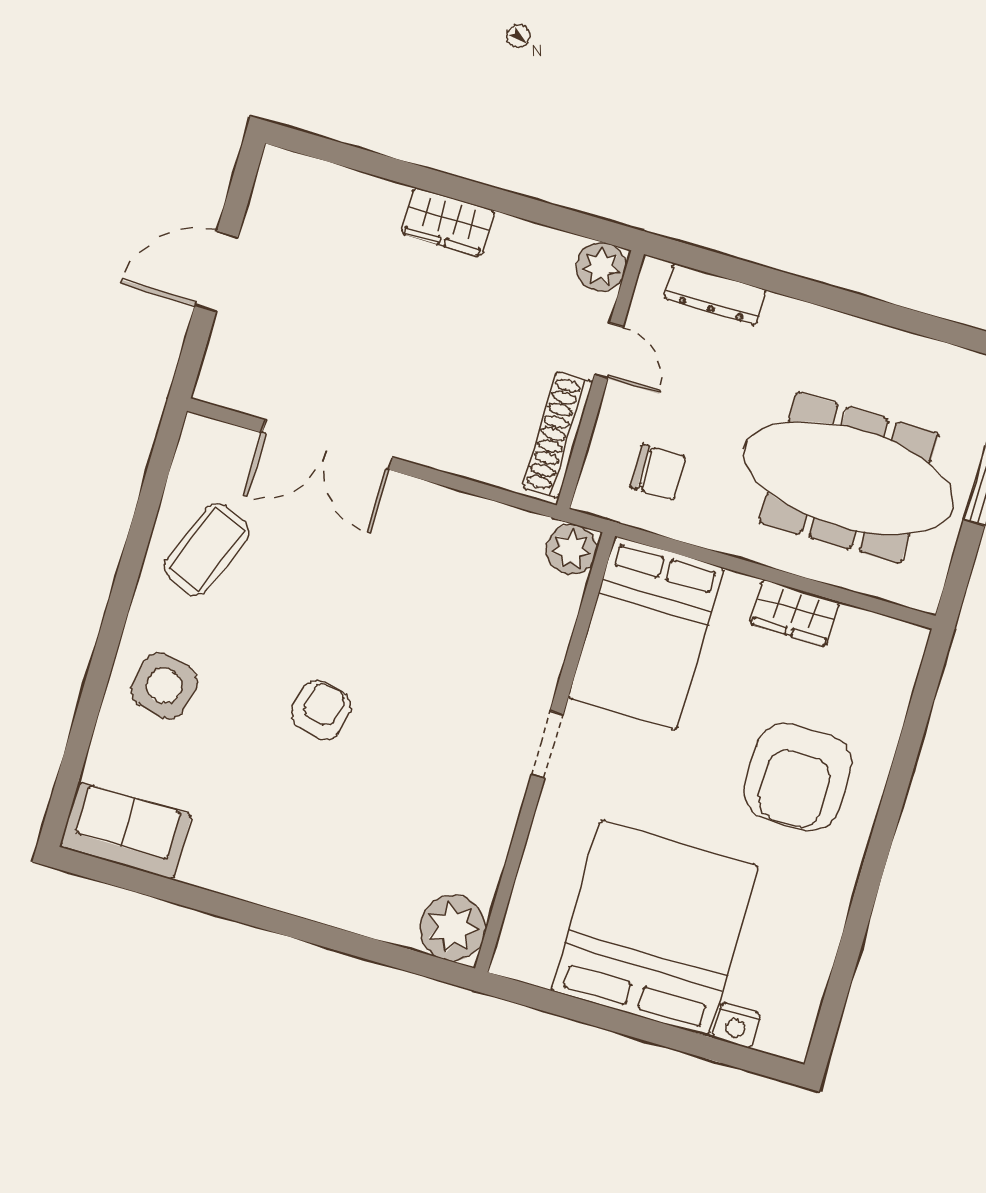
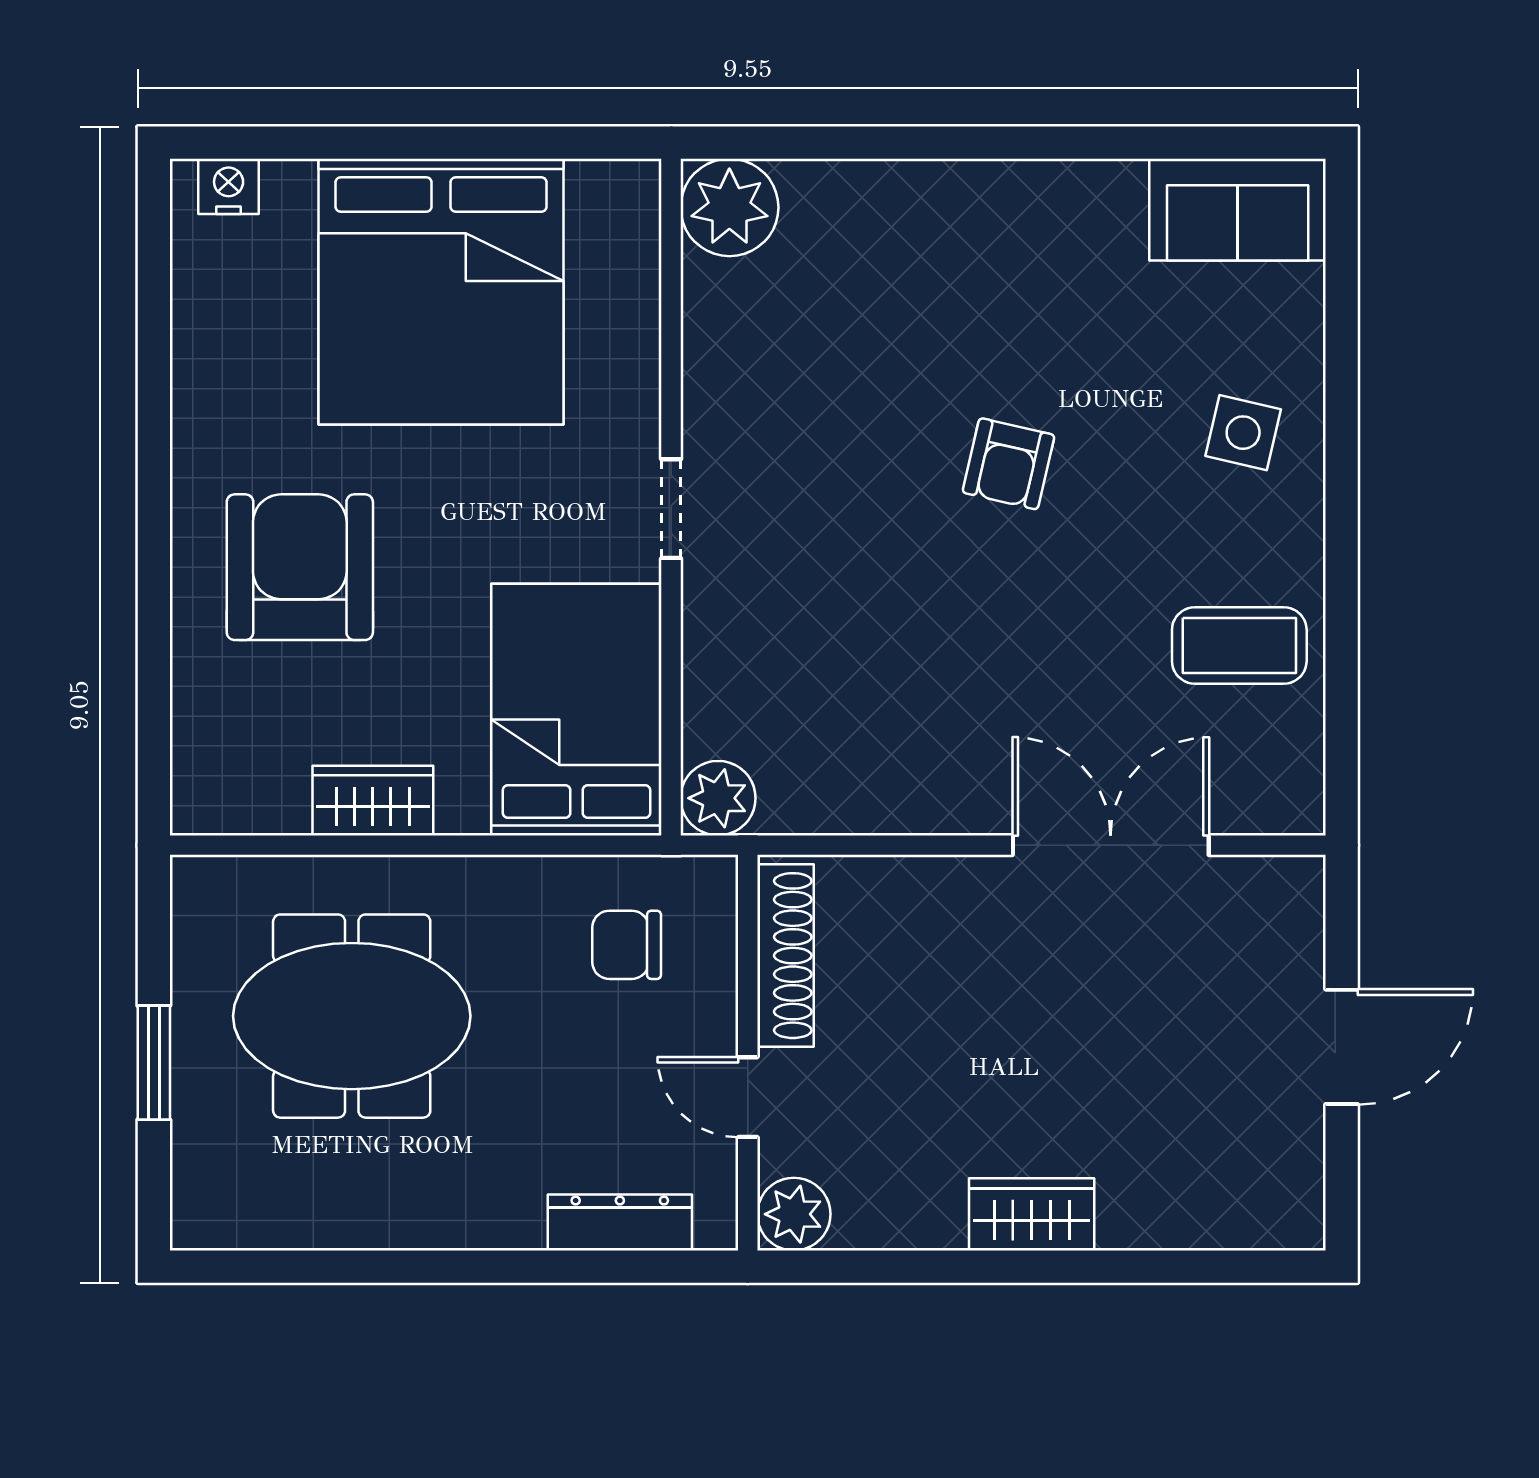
meeting table: (849, 478) -> (352, 1016), width x0.73
coffee table: (207, 549) -> (1239, 645), turned 68
side table: (164, 686) -> (1243, 433), width x0.73, depth x0.73
nightstand: (736, 1026) -> (229, 186), moved

